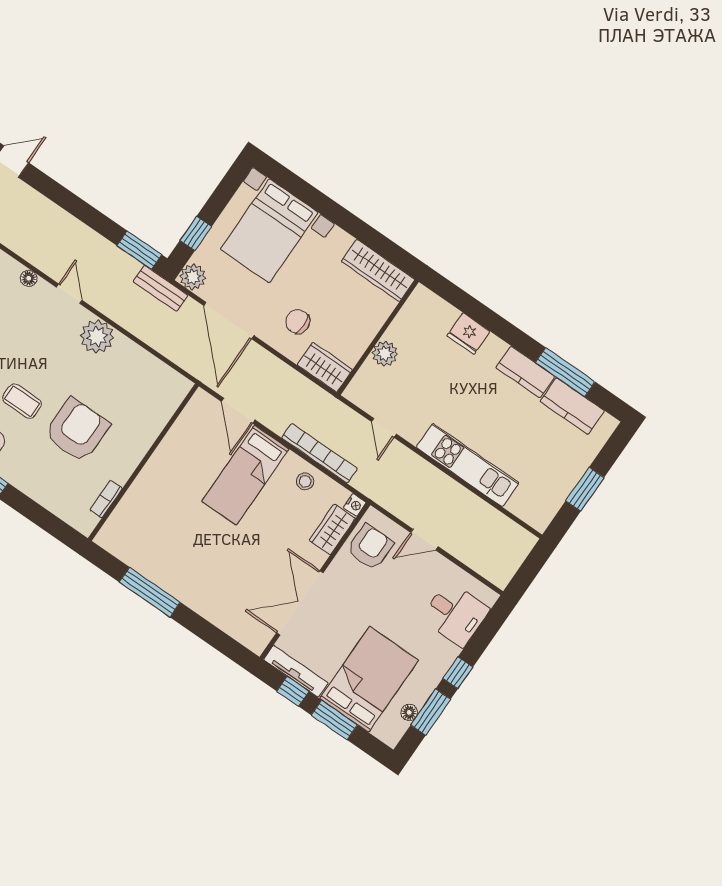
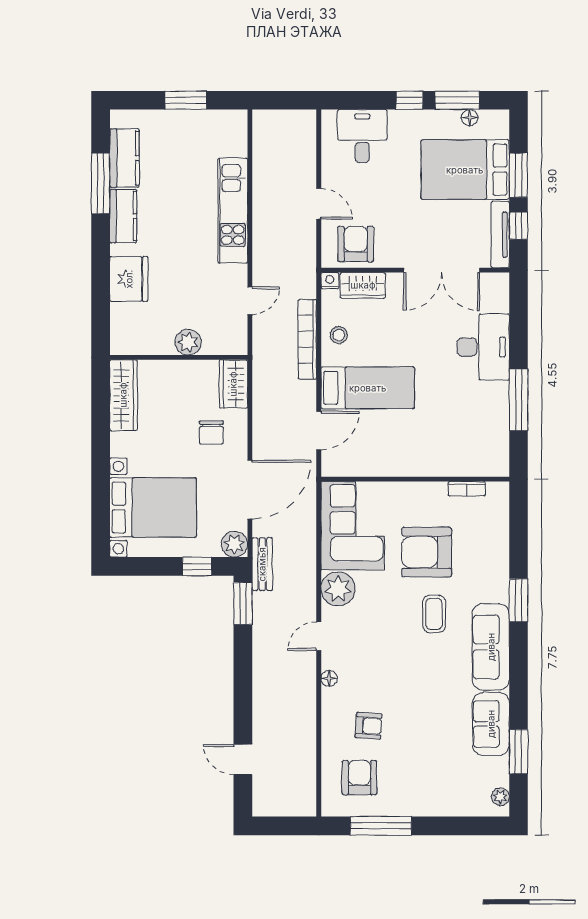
fridge: (468, 334) -> (129, 279), width x1.36, depth x1.34
corner sofa: (141, 384) -> (353, 526), added
armchair: (370, 547) -> (356, 244), turned 90
desk: (213, 593) -> (483, 347), added

